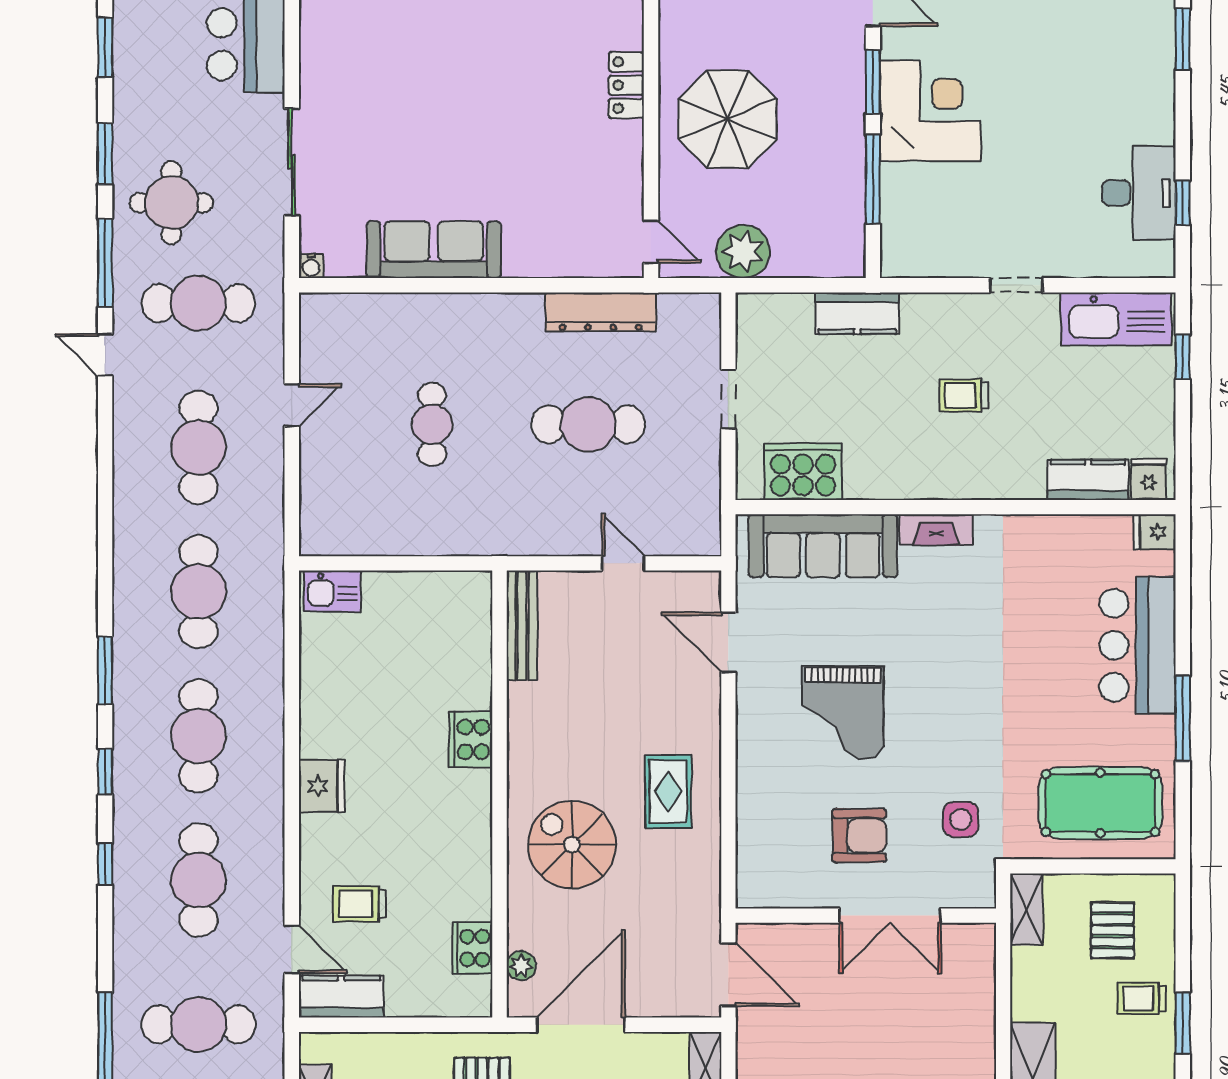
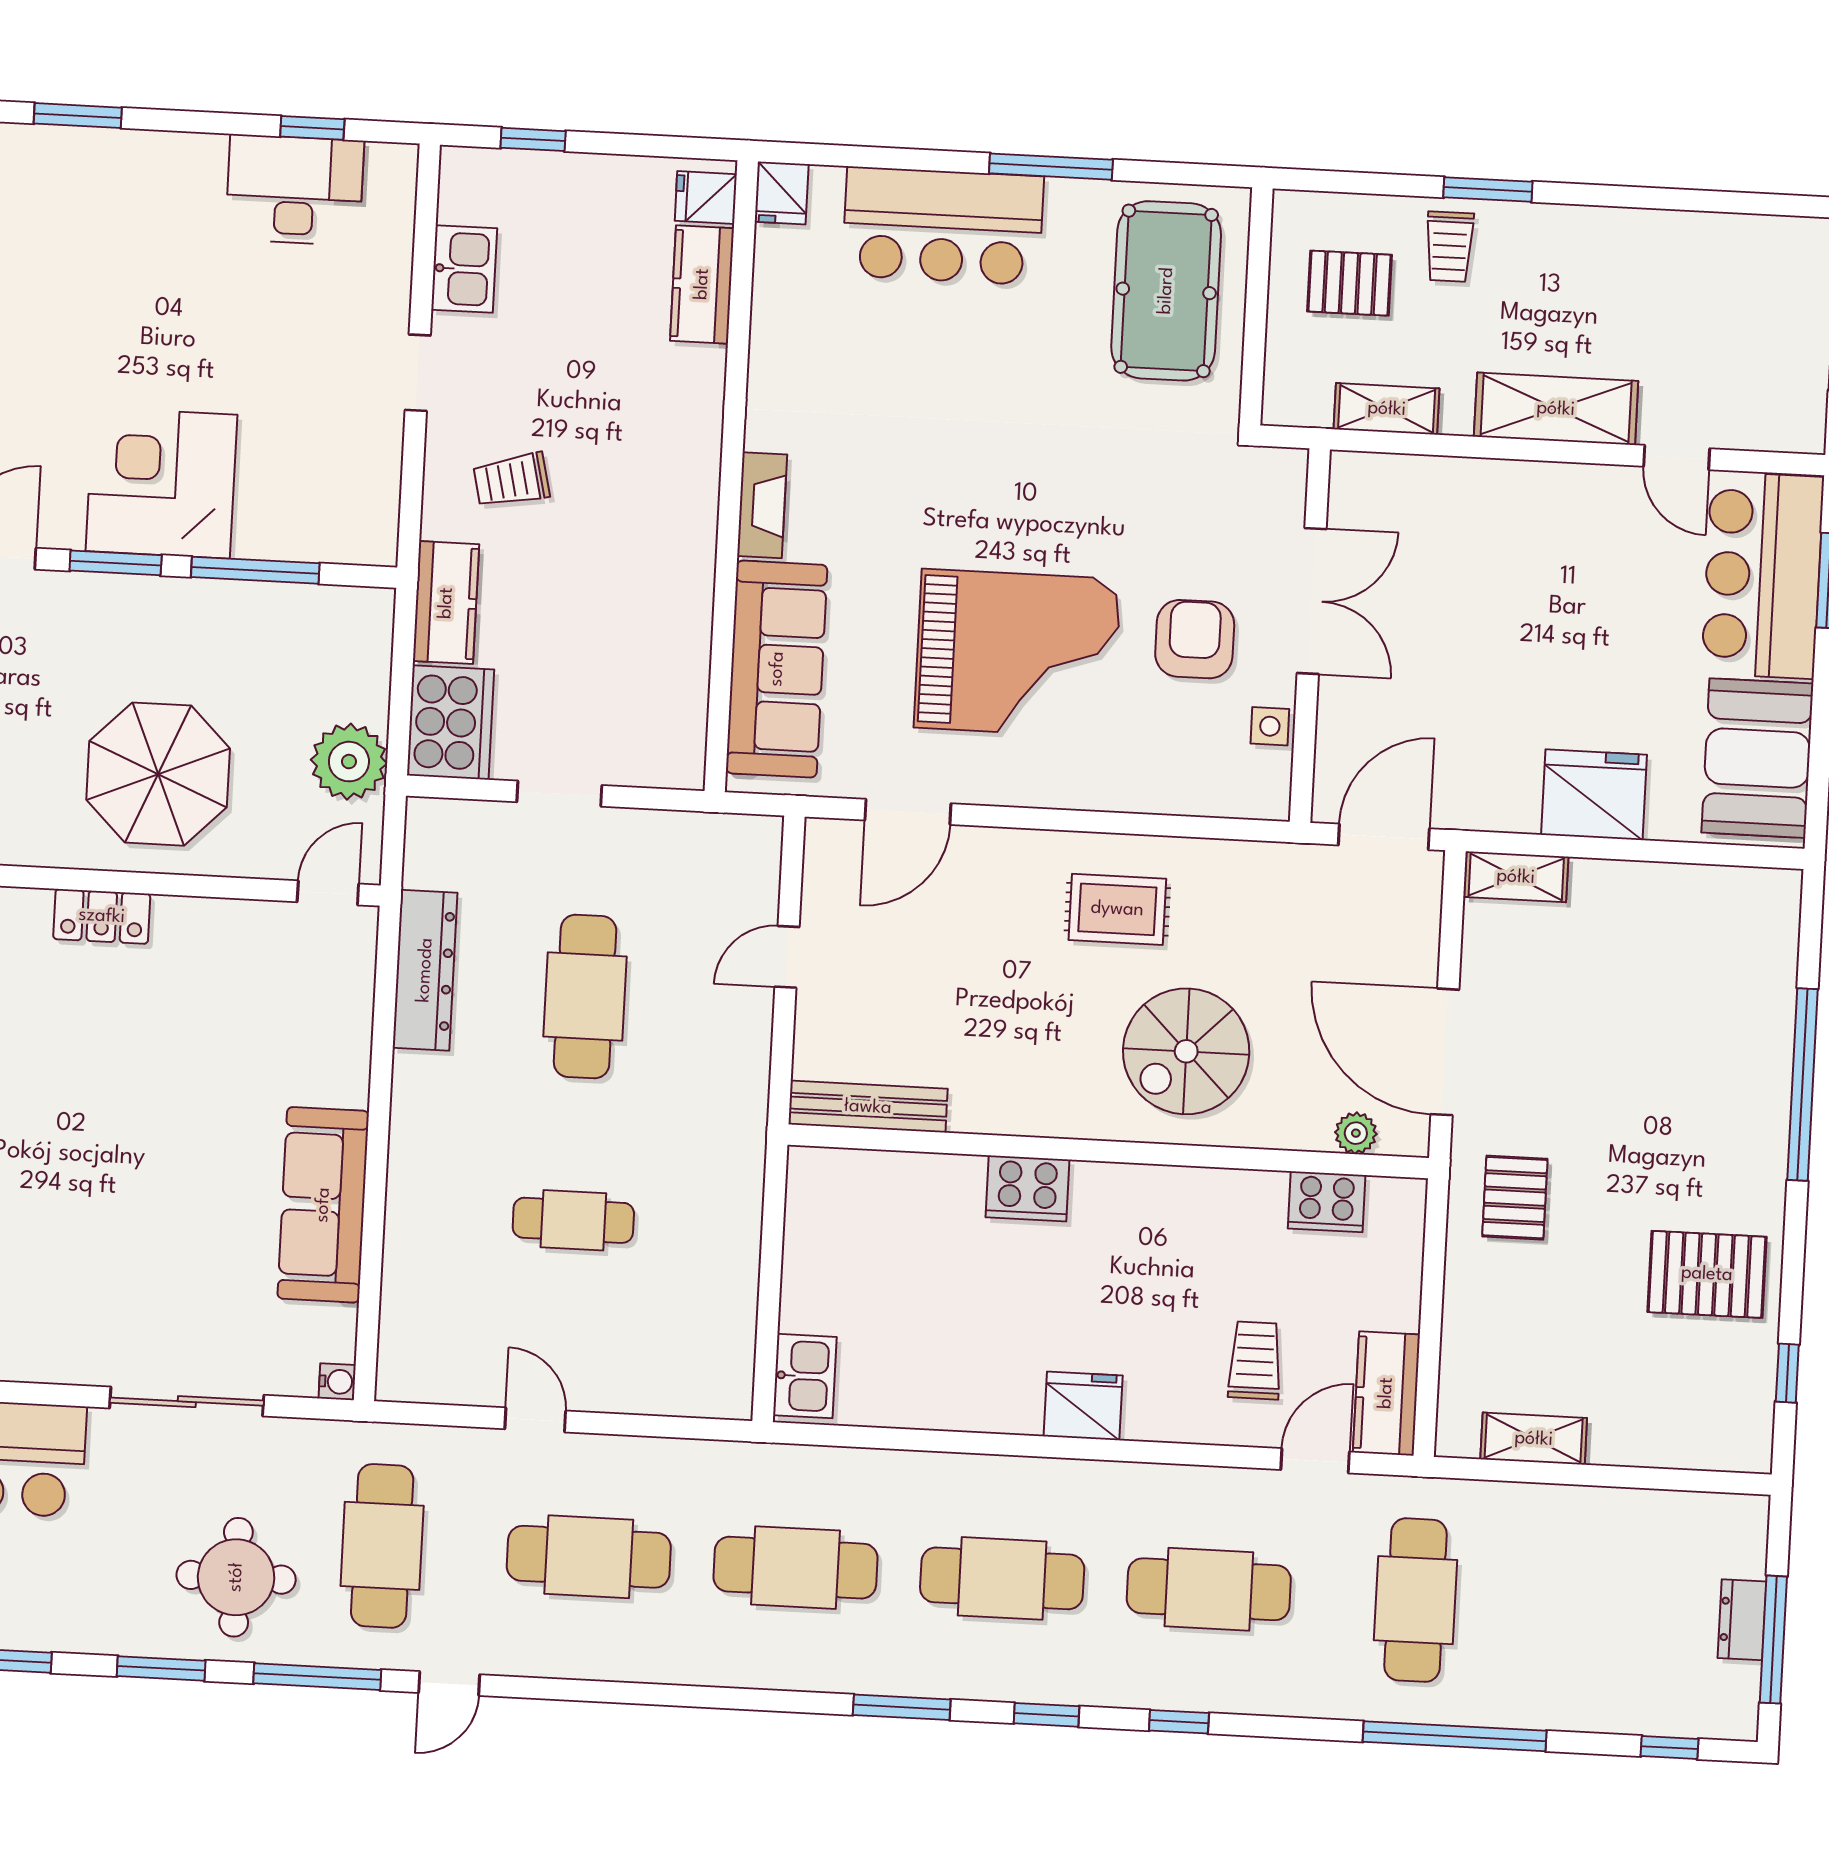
kitchen sink: (1116, 319) -> (464, 269), width x0.53, depth x0.81
trolley: (964, 395) -> (511, 480), moved, turned 77
cooker: (803, 472) -> (450, 722), moved, turned 180
grand piano: (843, 713) -> (1017, 653), width x1.37, depth x1.48
side table: (961, 819) -> (1270, 726), moved, width x0.73, depth x0.73
trolley: (359, 904) -> (1255, 1360), turned 180
shelving: (1026, 909) -> (1387, 409), moved

